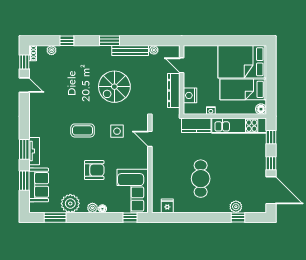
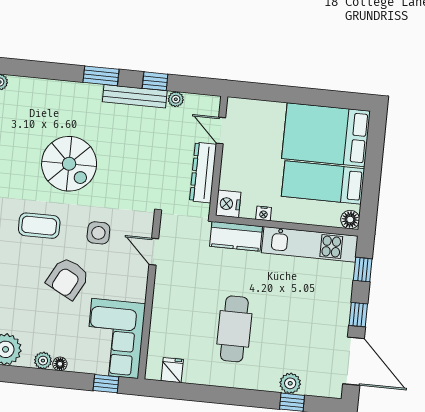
window: (67, 41) -> (155, 81), moved
spiral stairs: (114, 87) -> (69, 164), moved, turned -90
nightstand: (190, 95) -> (228, 204), moved
armchair: (94, 170) -> (68, 278), moved, turned 118

